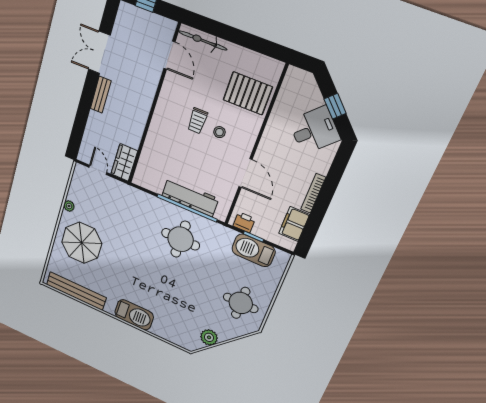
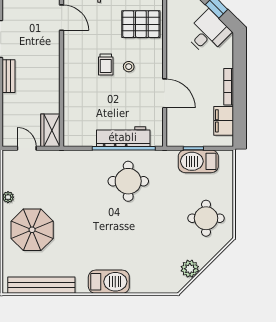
printer: (244, 222) -> (180, 139), removed

